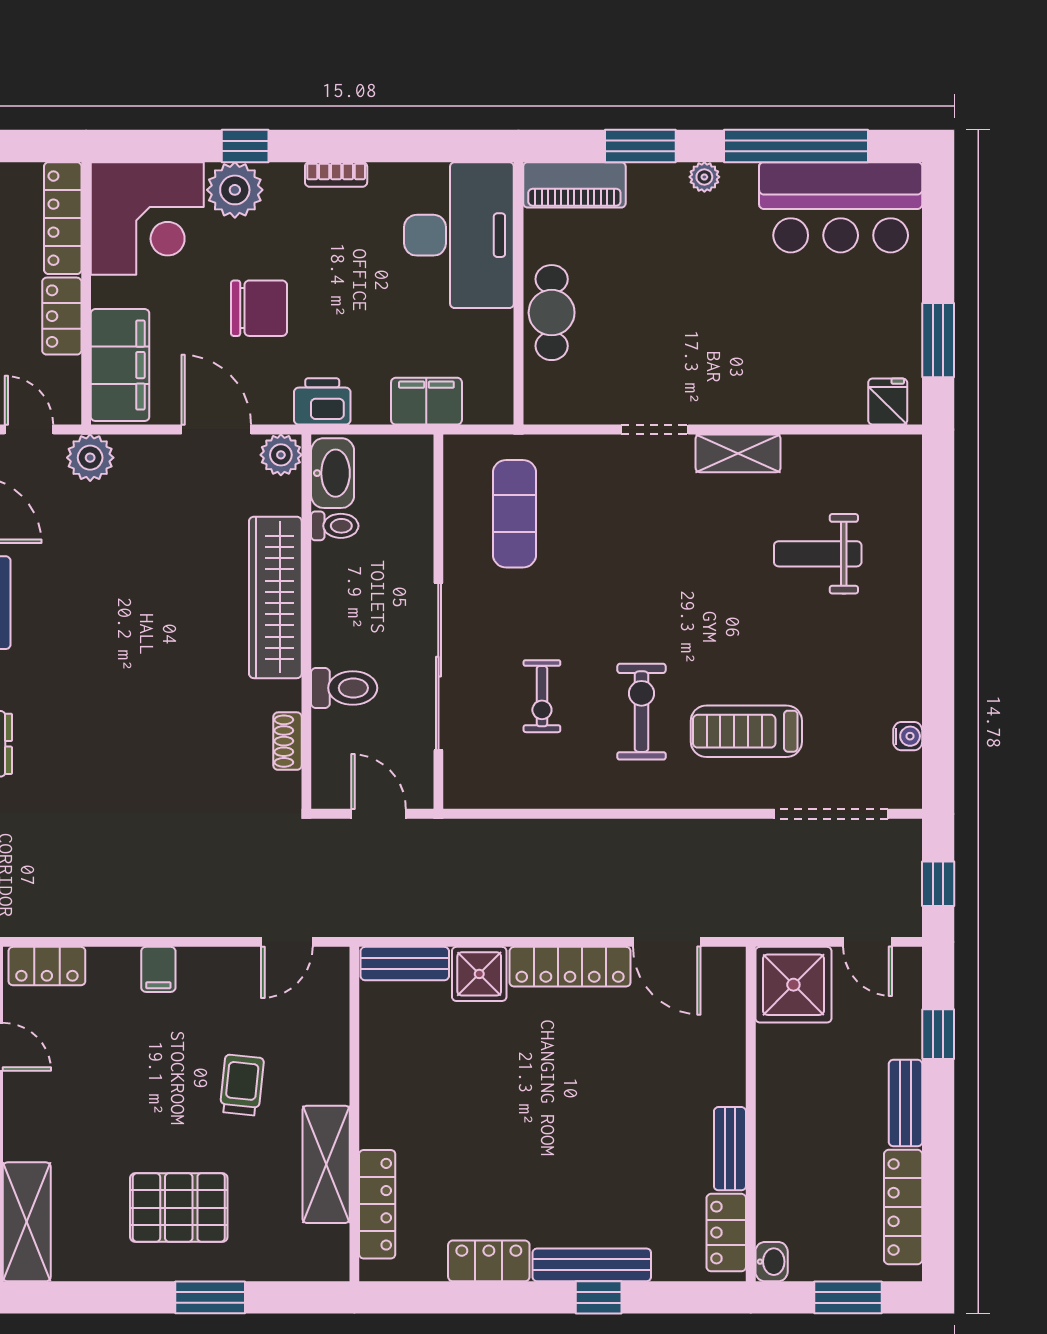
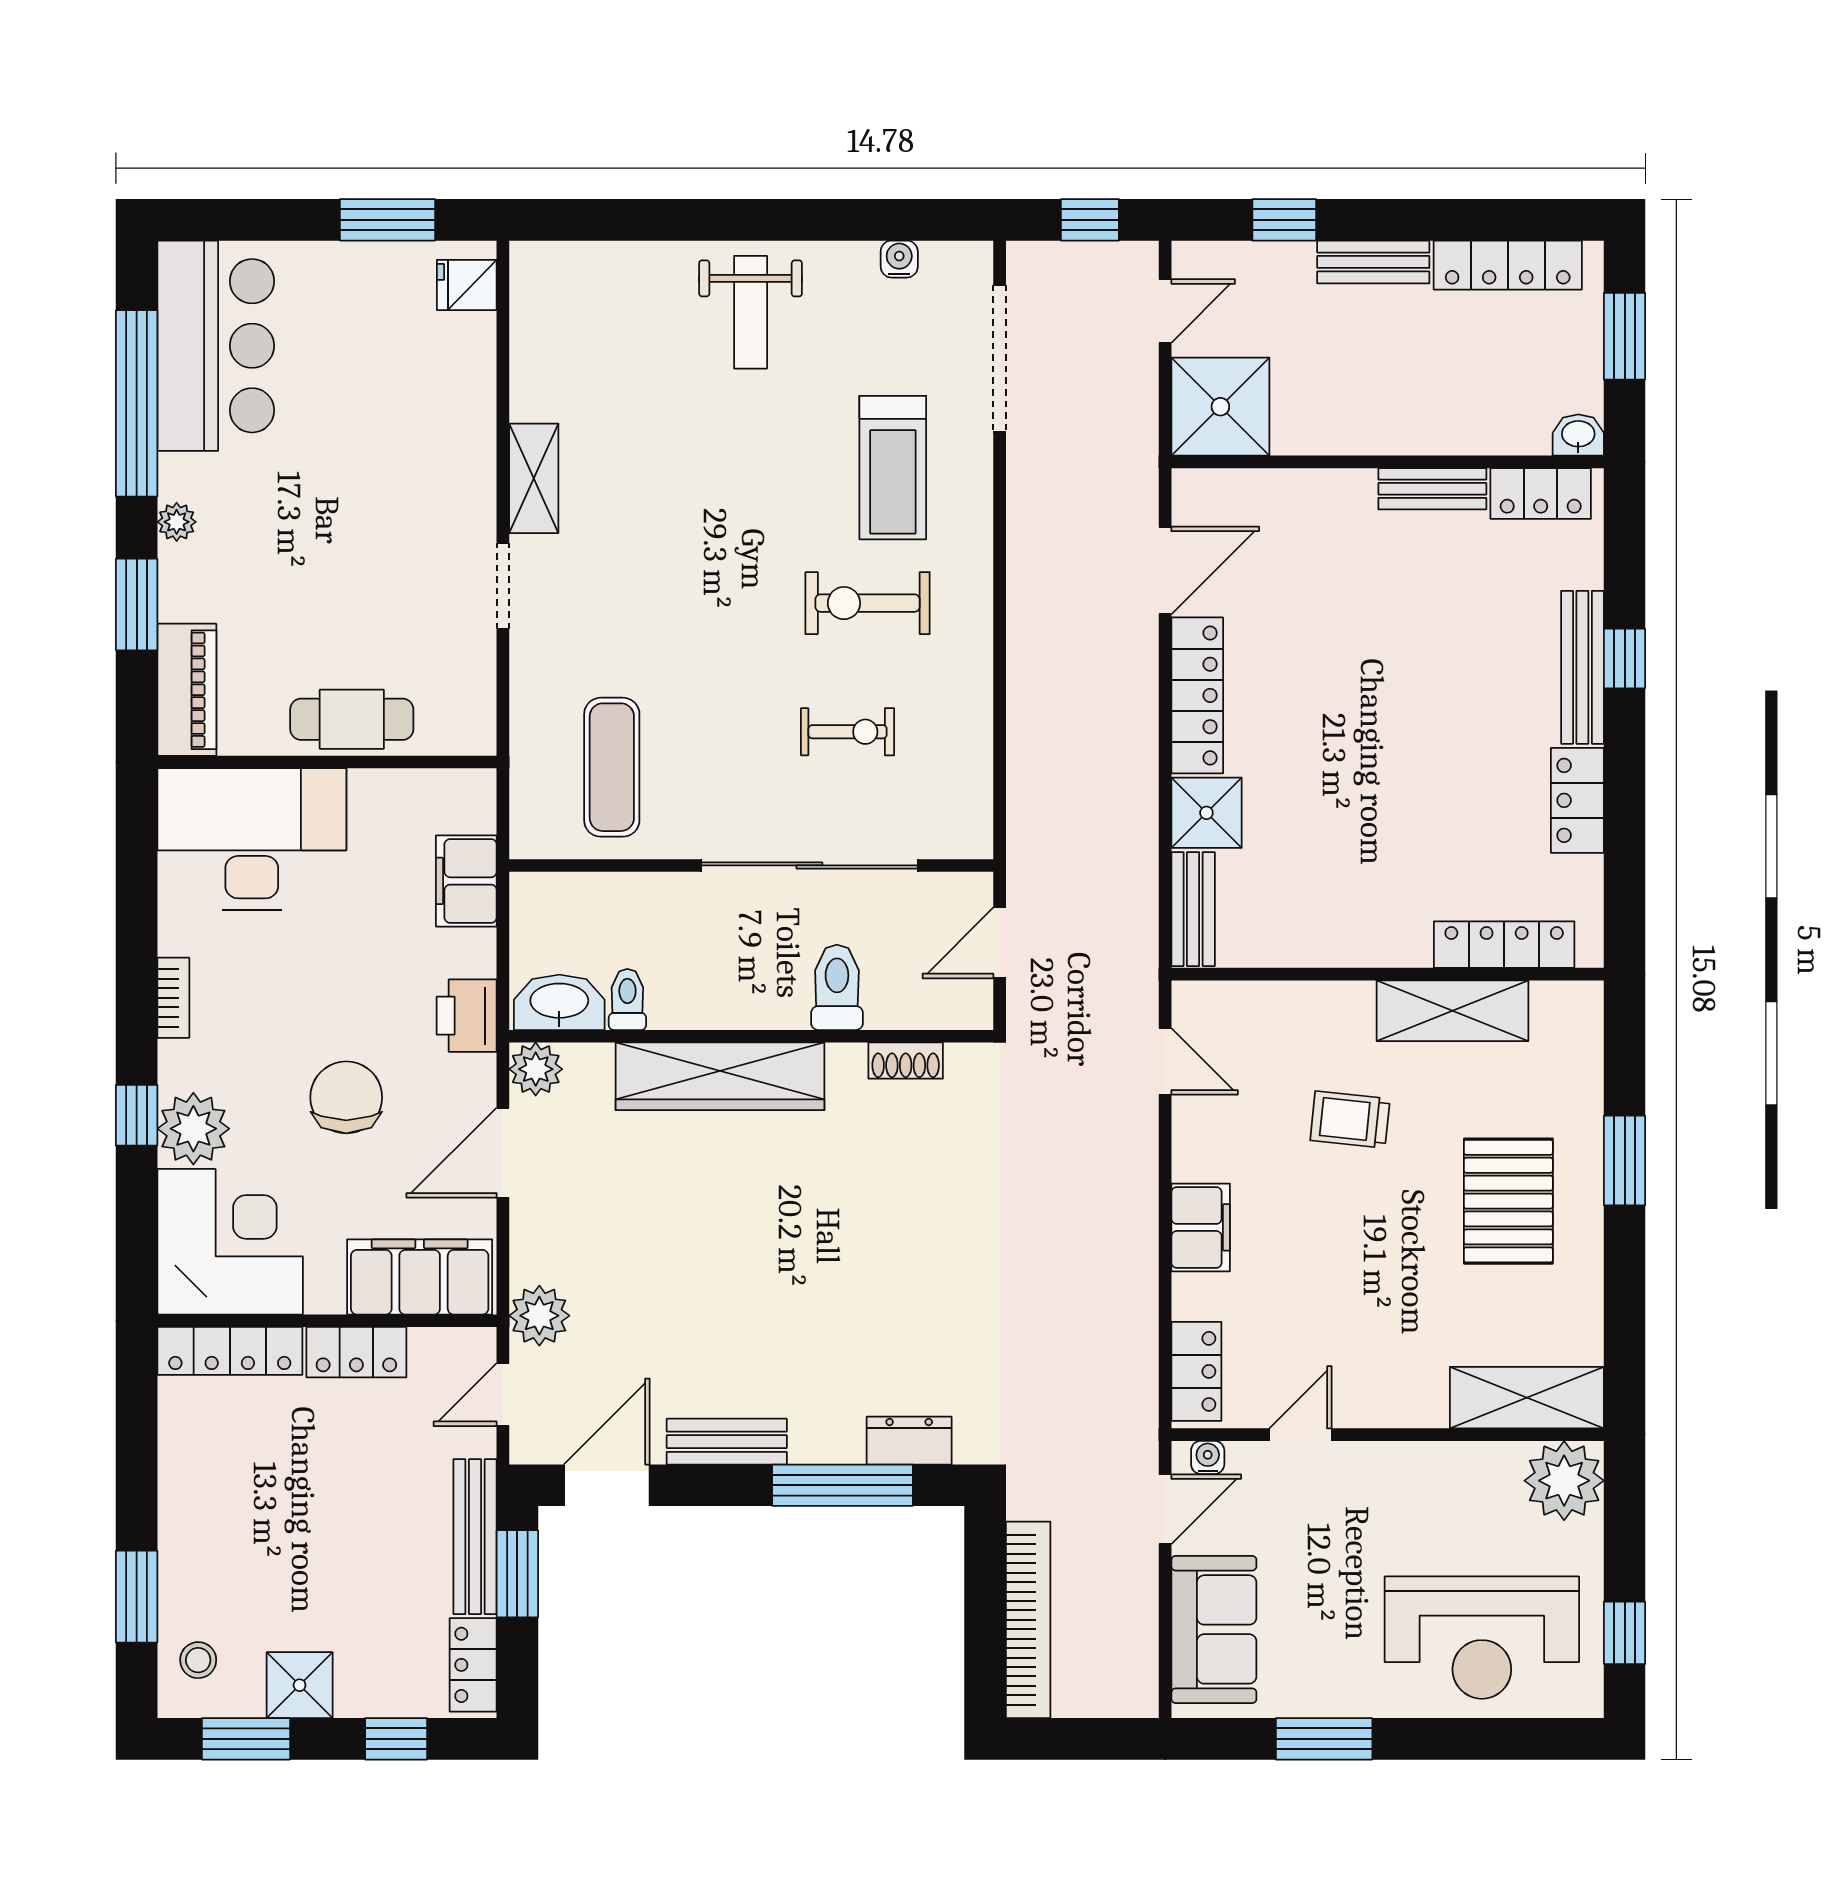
exercise mat: (515, 514) -> (612, 767), turned 90
weight bench: (818, 554) -> (751, 312), moved
filing cabinet: (158, 969) -> (1201, 1227), width x2.00

